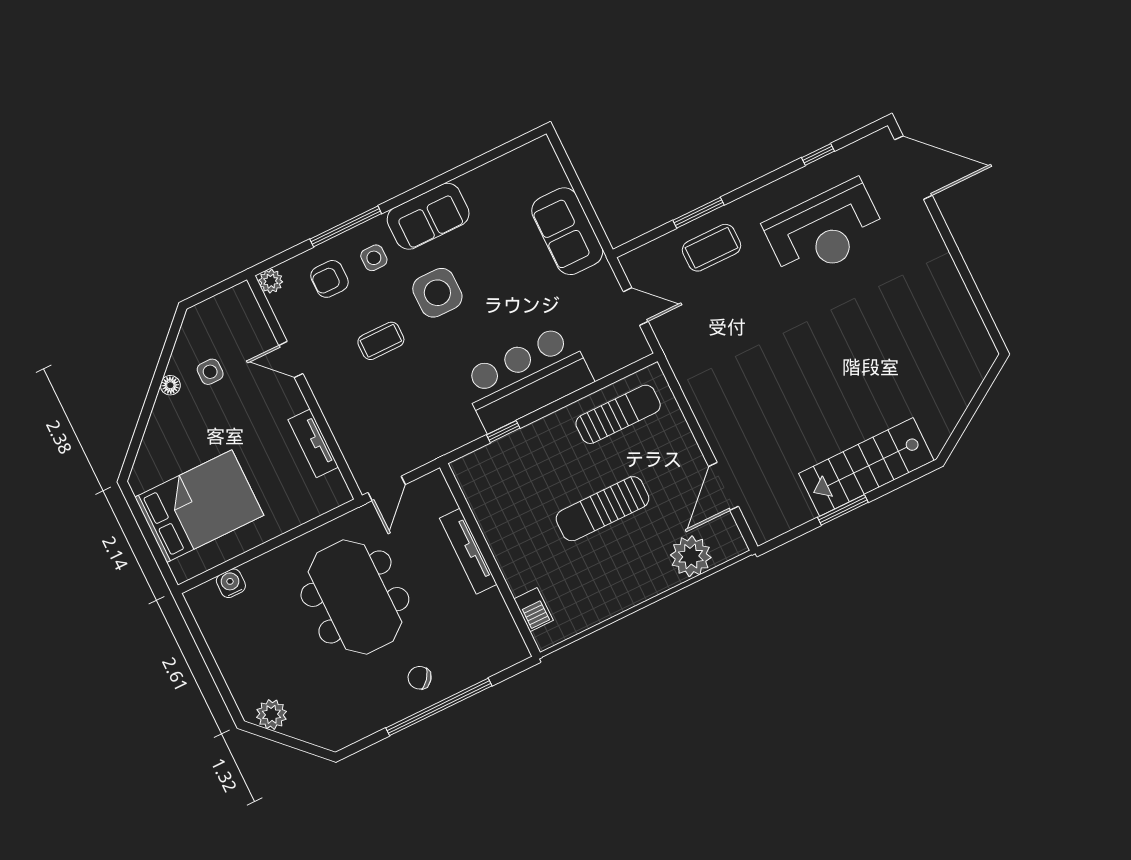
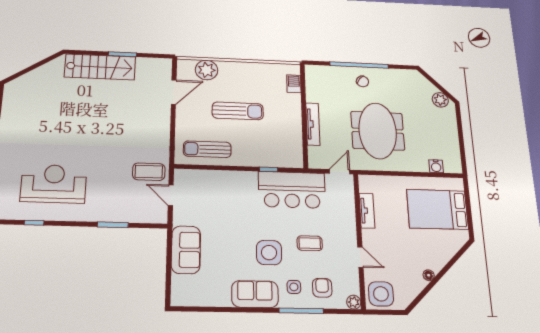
coffee table: (712, 248) -> (149, 172), moved
armchair: (330, 279) -> (322, 288), turned -90
side table: (210, 372) -> (381, 294), moved, width x1.87, depth x1.87
bar counter: (527, 378) -> (292, 190), moved

